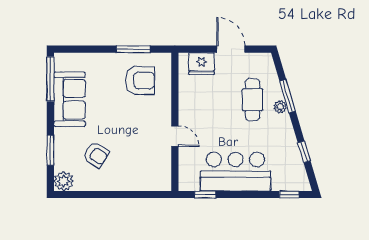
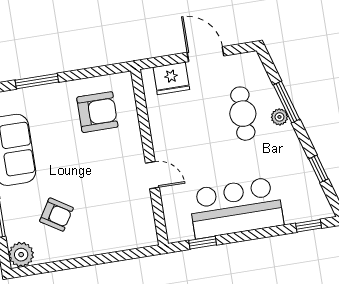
window: (133, 49) -> (37, 81), moved

